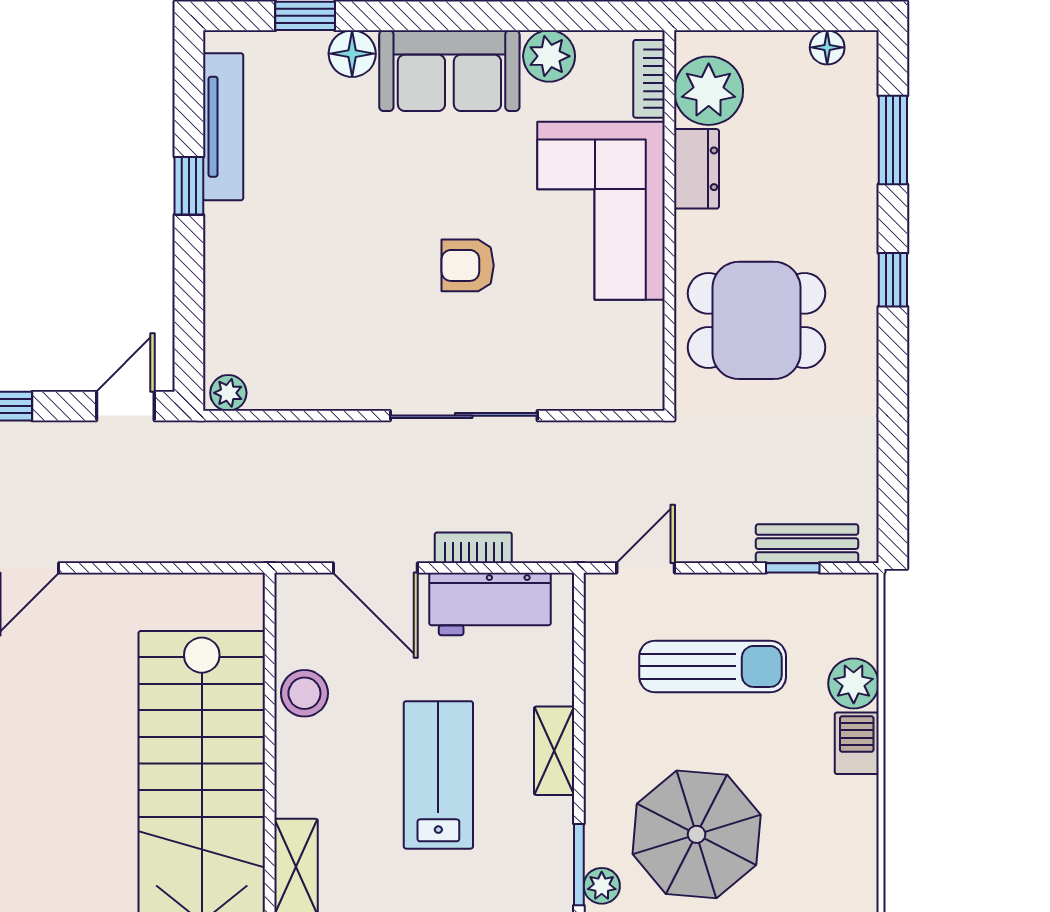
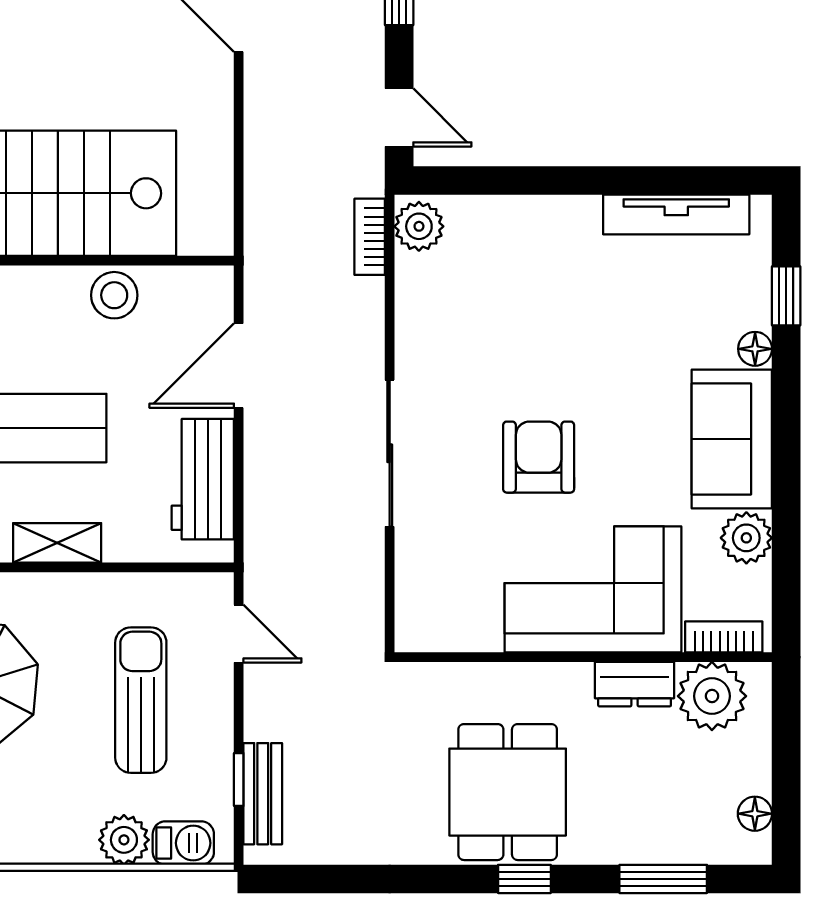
floor lamp: (352, 54) -> (755, 349), width x0.73, depth x0.73
window: (189, 186) -> (618, 180), removed
armchair: (468, 265) -> (539, 457), width x1.38, depth x1.38
dining table: (756, 320) -> (508, 792), moved
plant: (228, 393) -> (419, 226), width x1.38, depth x1.38
bookcase: (473, 548) -> (370, 237), moved, turned 180
sun lounger: (713, 666) -> (141, 700), turned 180
barbecue: (857, 743) -> (183, 843), moved

